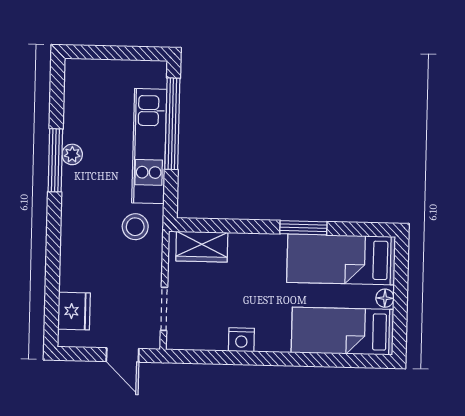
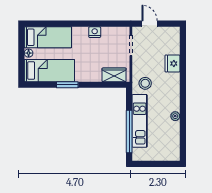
window: (55, 160) -> (183, 113), removed
fridge: (74, 311) -> (173, 63), moved

